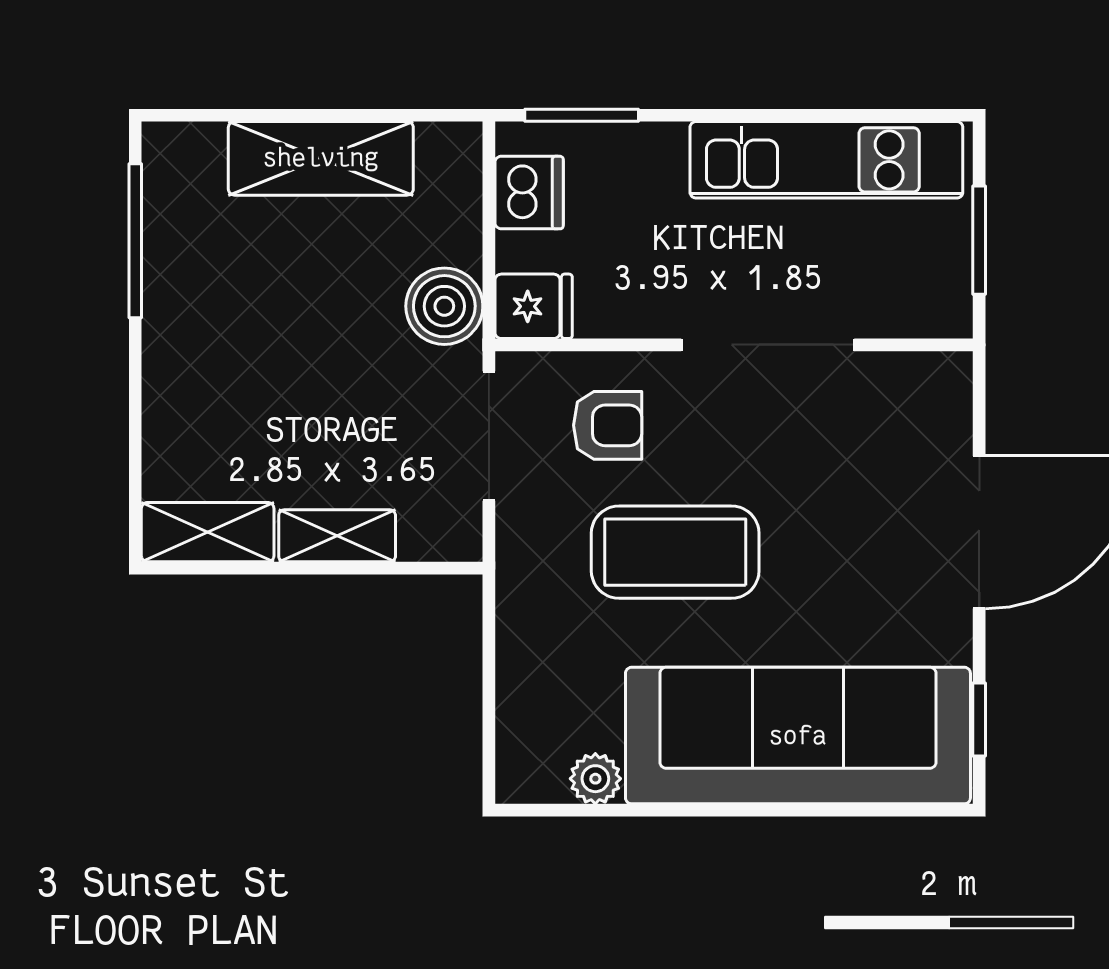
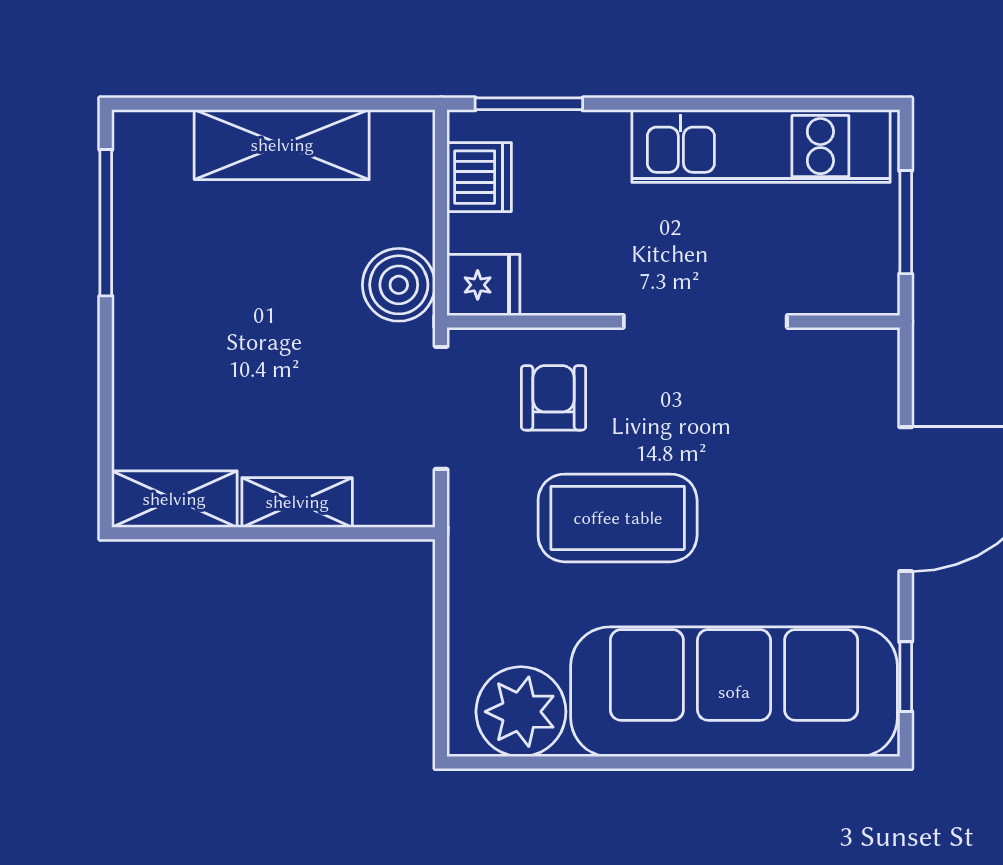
armchair: (608, 425) -> (554, 398), turned -90
plant: (595, 779) -> (521, 712), width x1.88, depth x1.88

